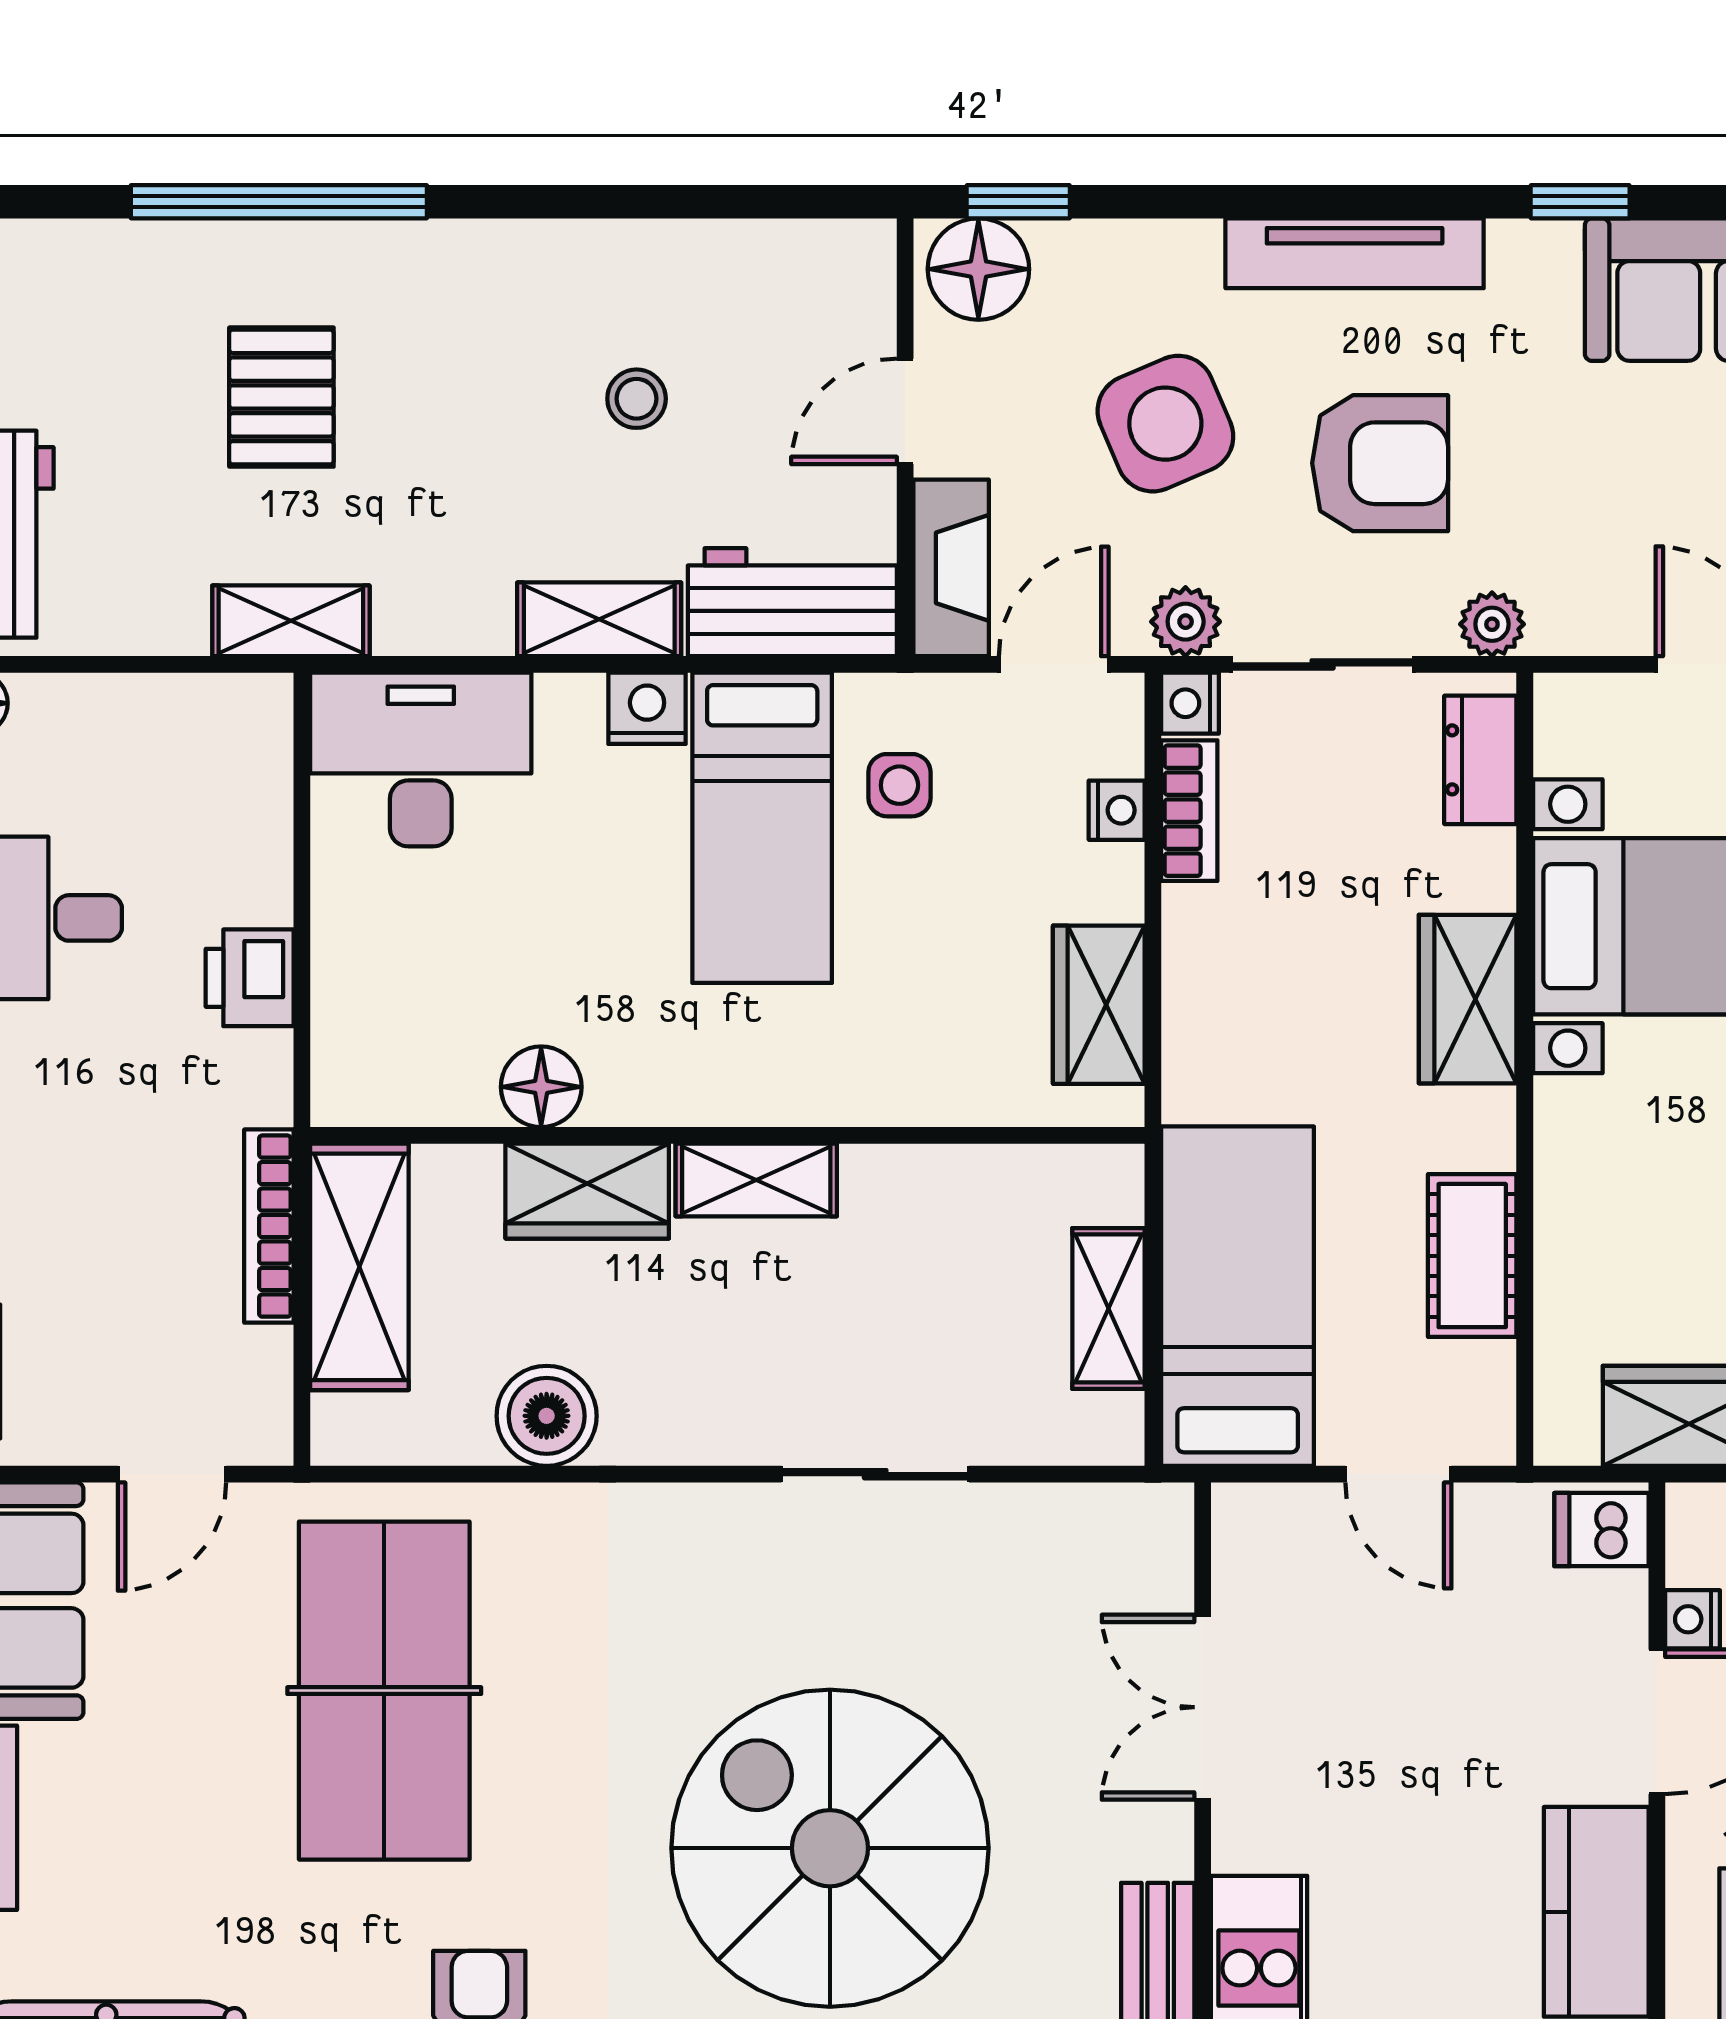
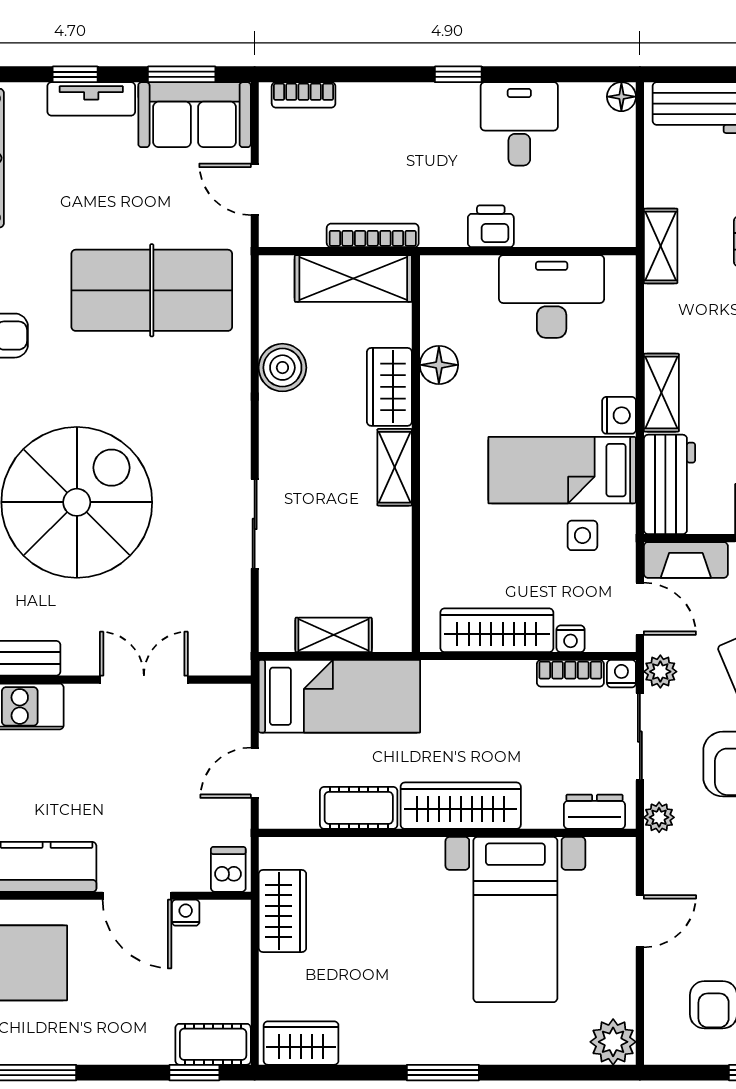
desk: (421, 760) -> (552, 296), moved, turned -90
wardrobe: (1468, 999) -> (461, 806), width x1.50
wardrobe: (1099, 1005) -> (497, 630), width x1.50

